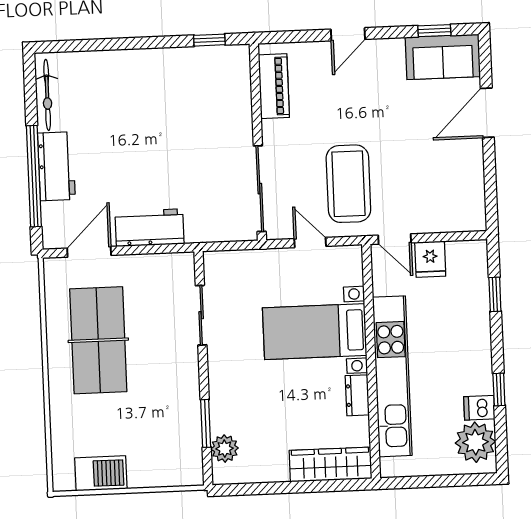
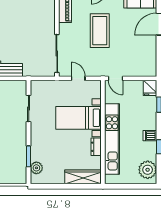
coffee table: (348, 184) -> (100, 31), moved
fridge: (430, 259) -> (150, 88), moved
dishwasher: (479, 408) -> (150, 136), moved

